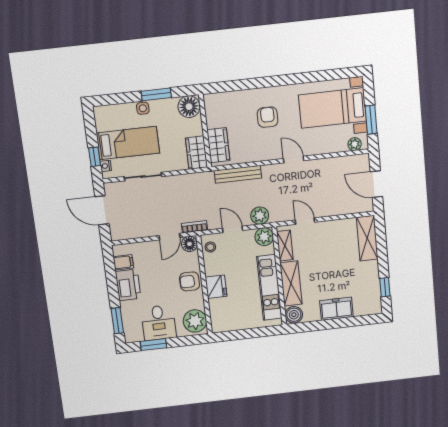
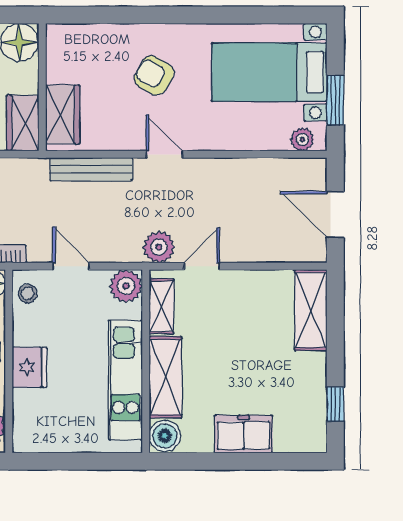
armchair: (268, 117) -> (154, 75), turned -60
door: (294, 160) -> (164, 154), moved
plant: (260, 216) -> (159, 247), moved
door: (305, 221) -> (202, 266), hinge flipped

